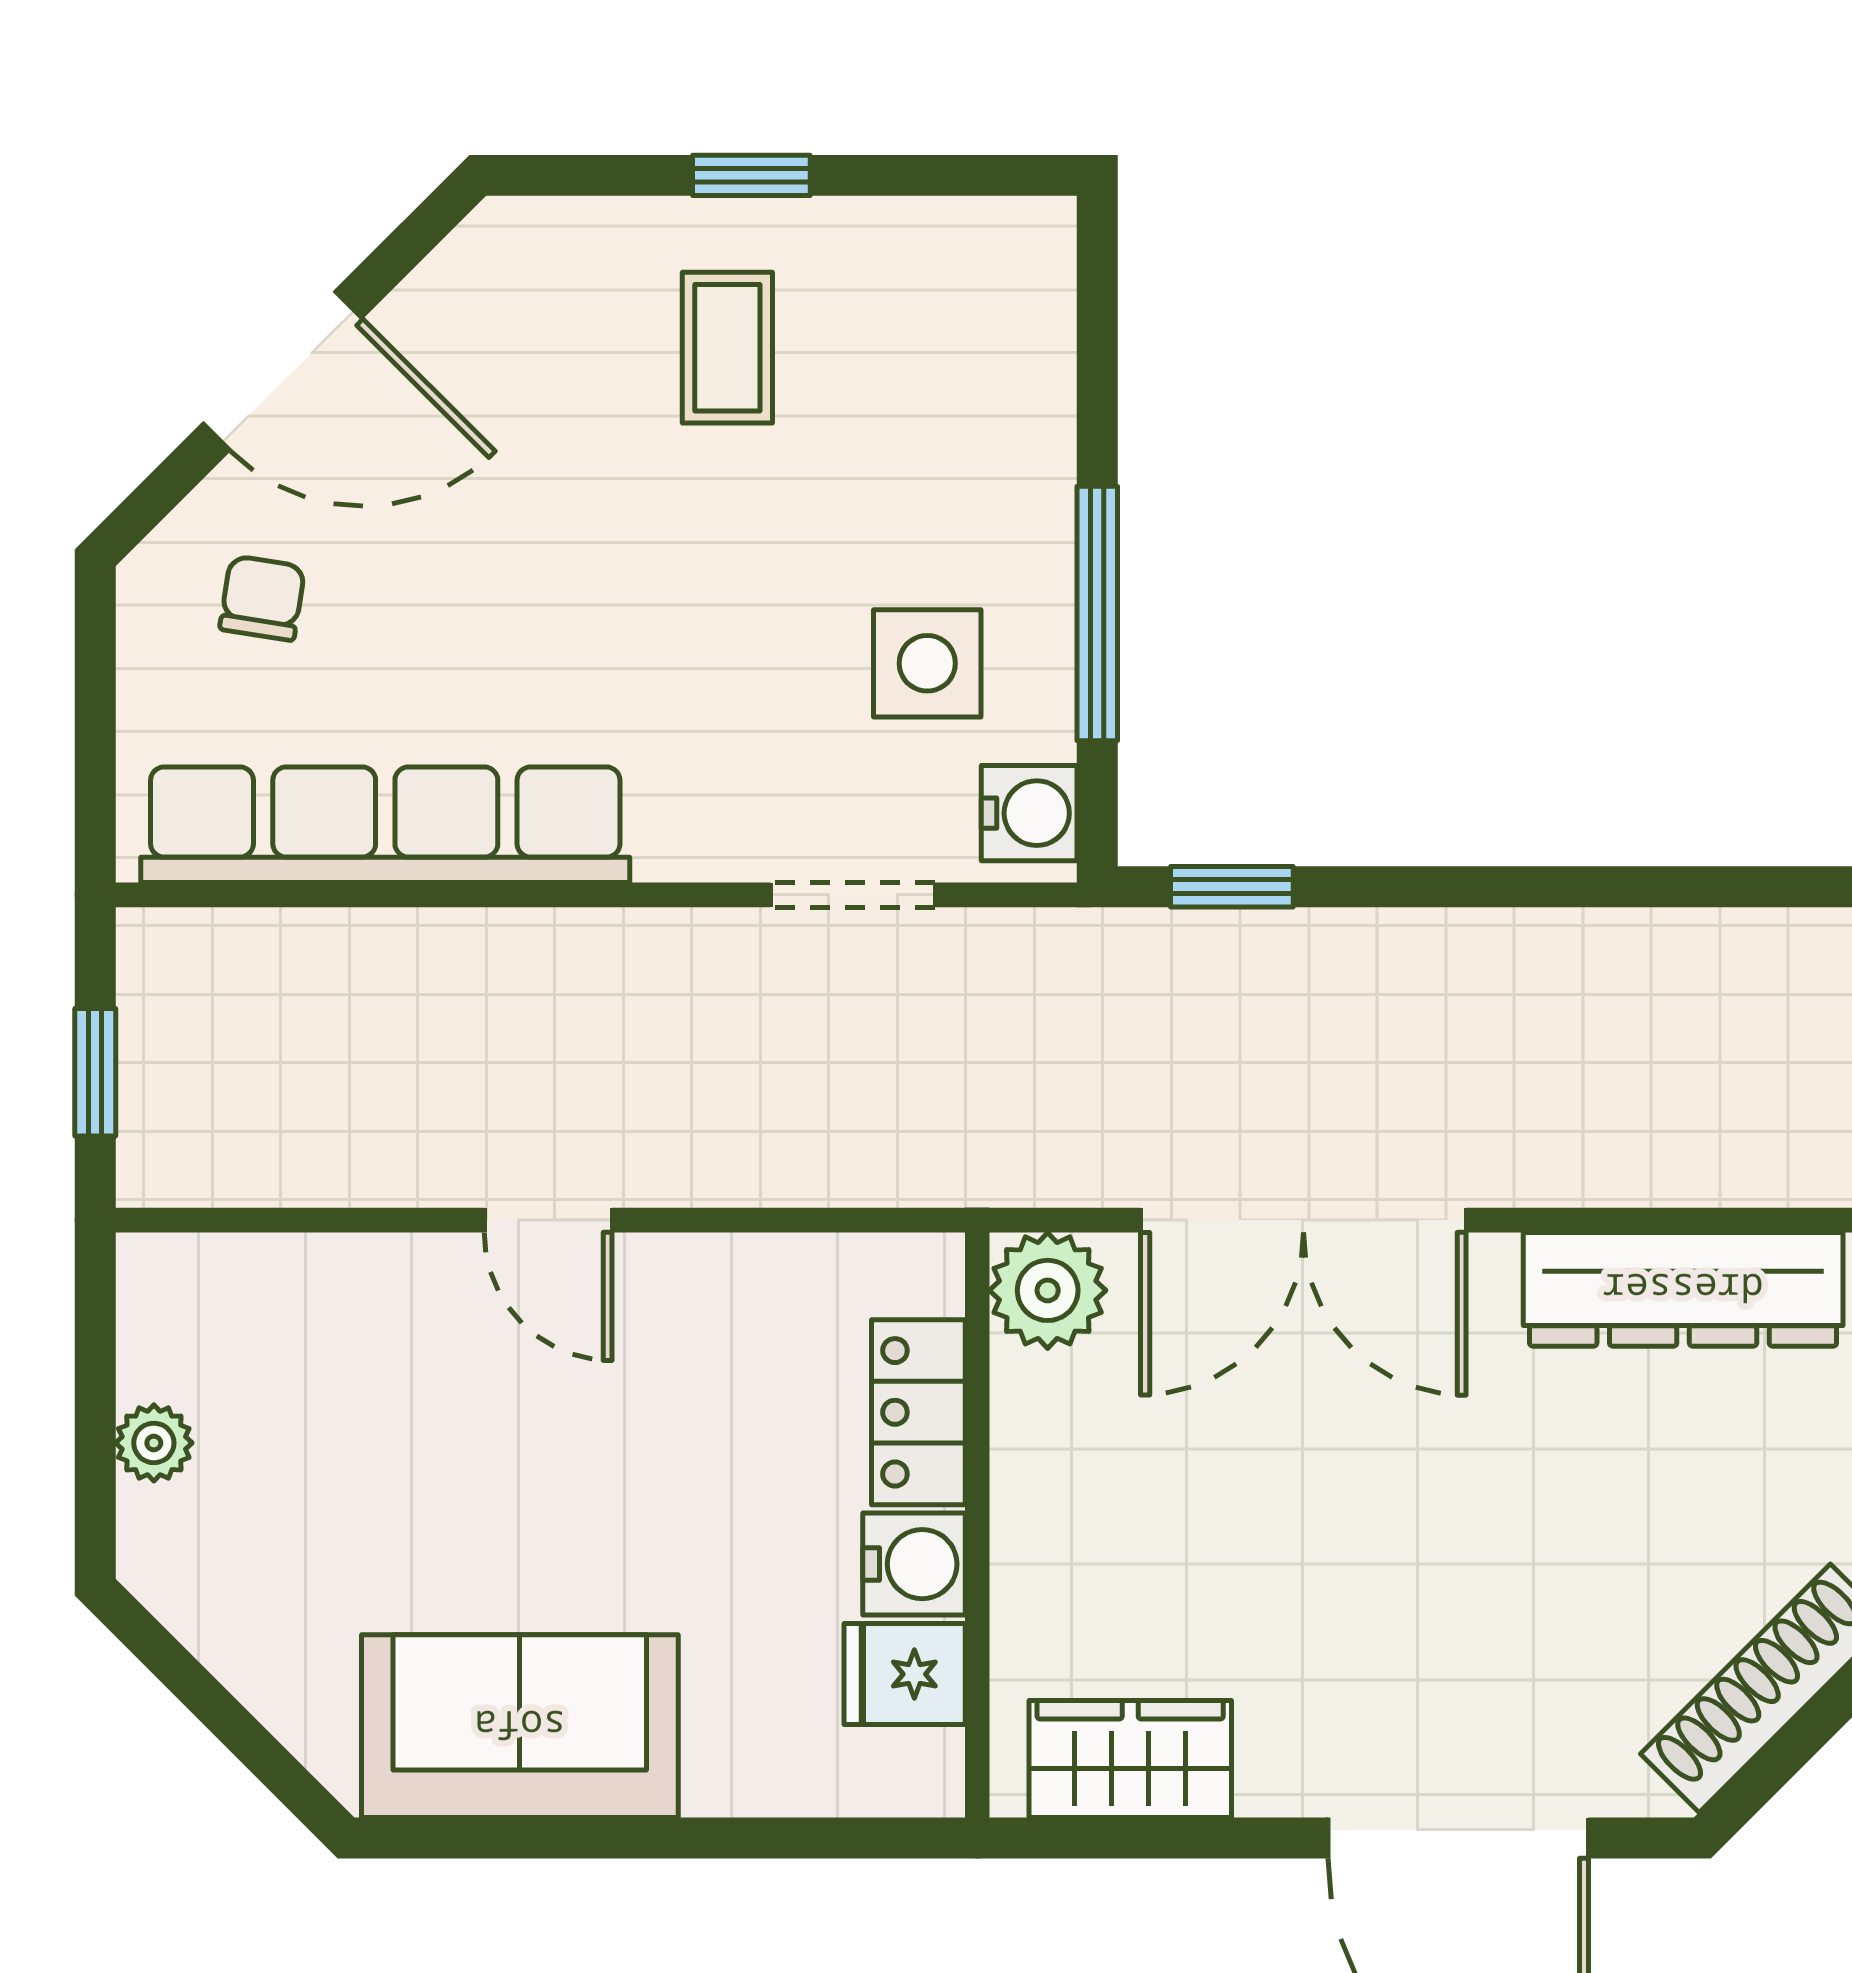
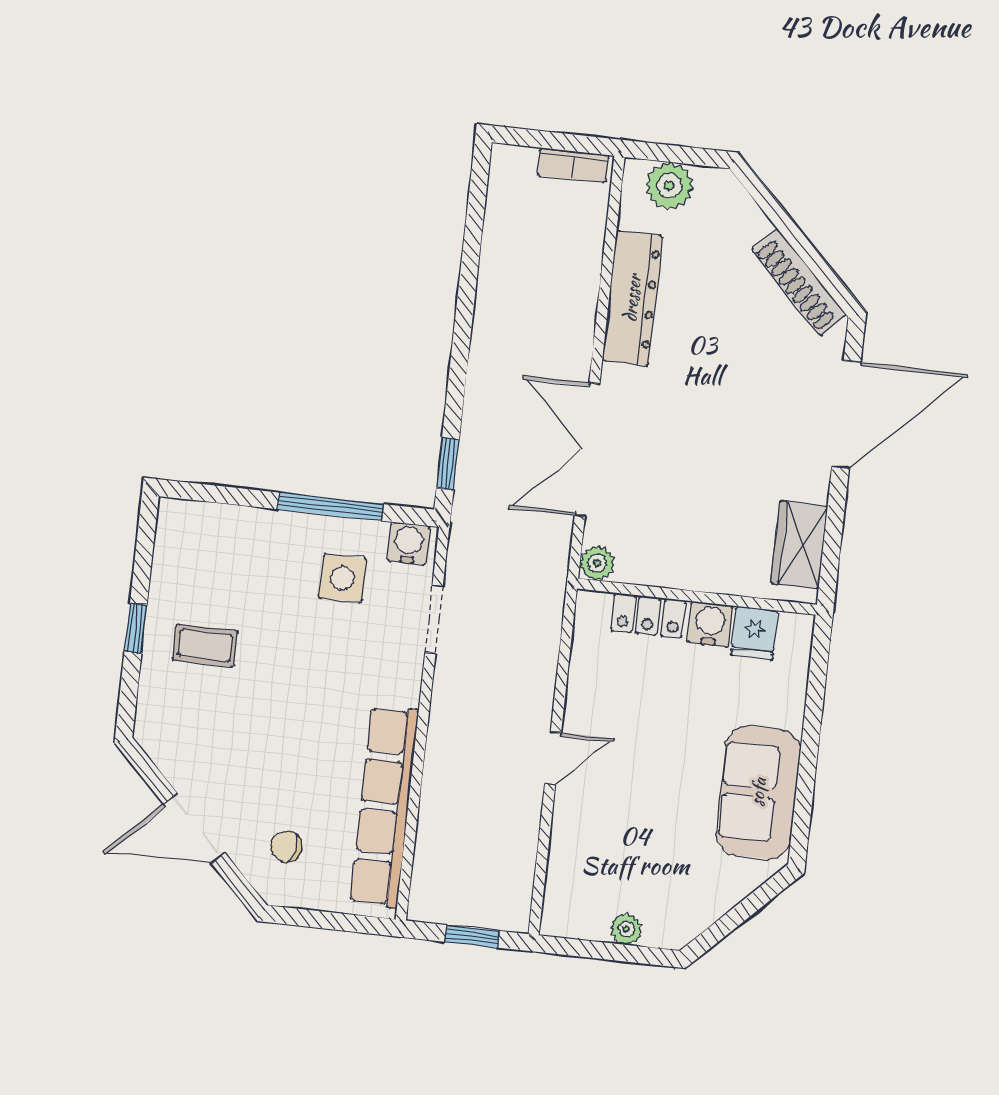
door: (282, 371) -> (194, 828), swing flipped
double door: (1303, 1220) -> (587, 450), swing flipped
plant: (1048, 1290) -> (597, 563), width x0.73, depth x0.73

